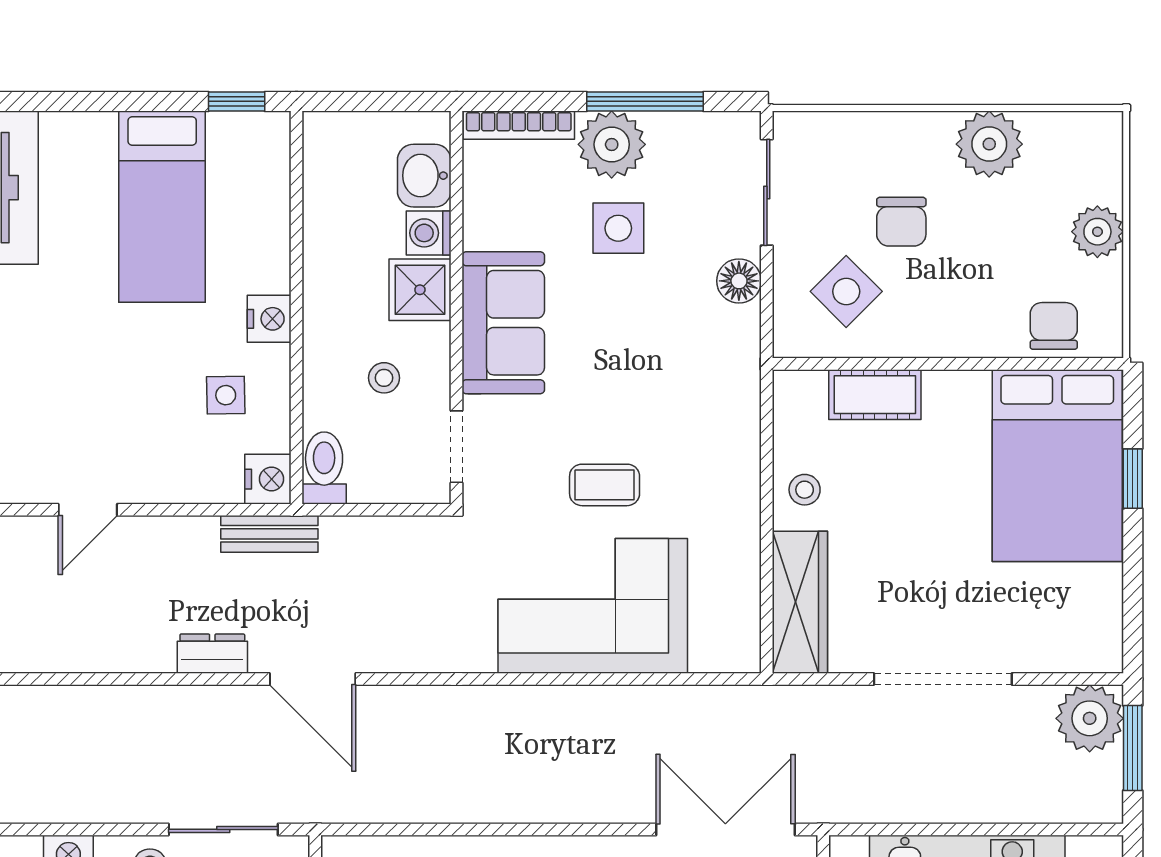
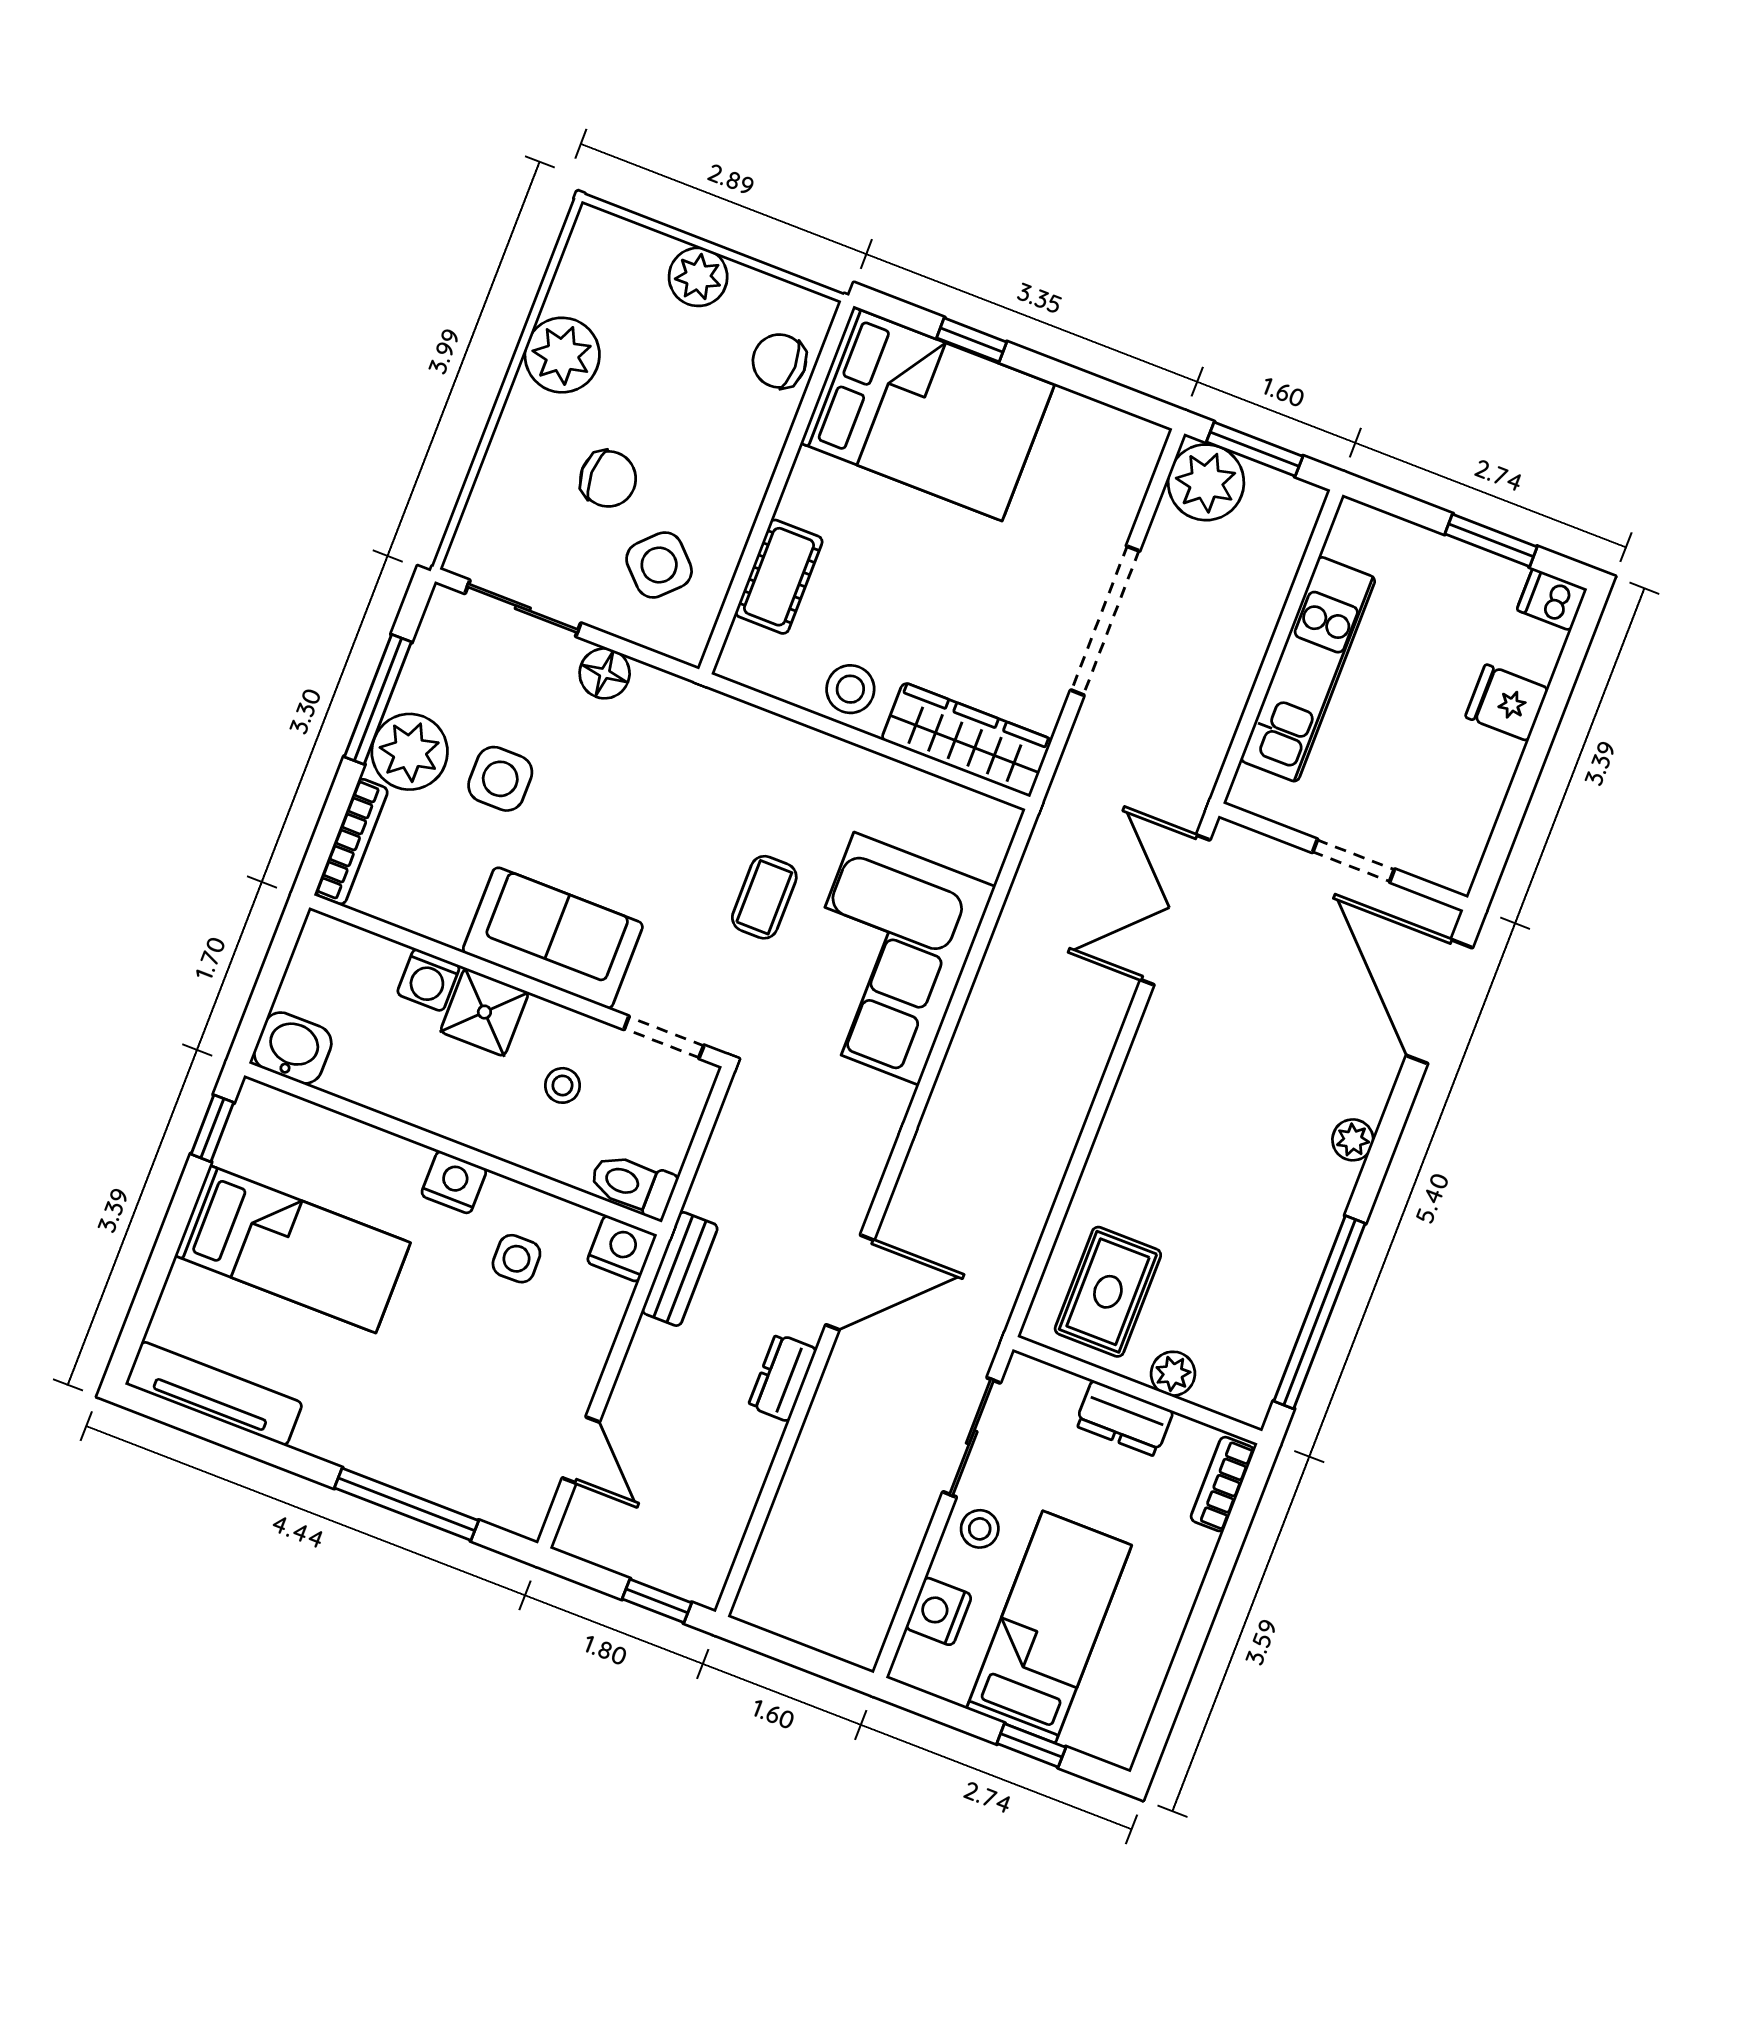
washbasin: (424, 176) -> (293, 1048), moved, turned 180
stool: (805, 490) -> (850, 689), width x1.37, depth x1.37

